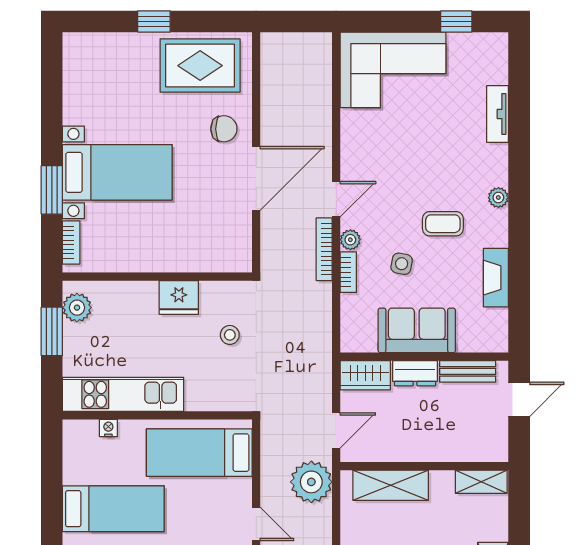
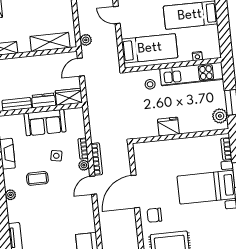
stool: (230, 335) -> (150, 84), moved
plant: (311, 482) -> (86, 40), width x0.53, depth x0.53

